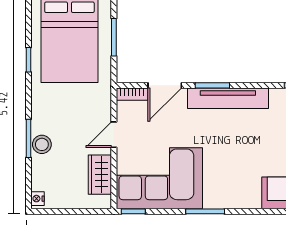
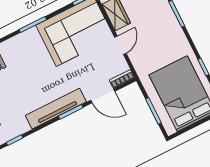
door: (165, 85) -> (103, 96), swing flipped
stool: (42, 144) -> (166, 14), removed

